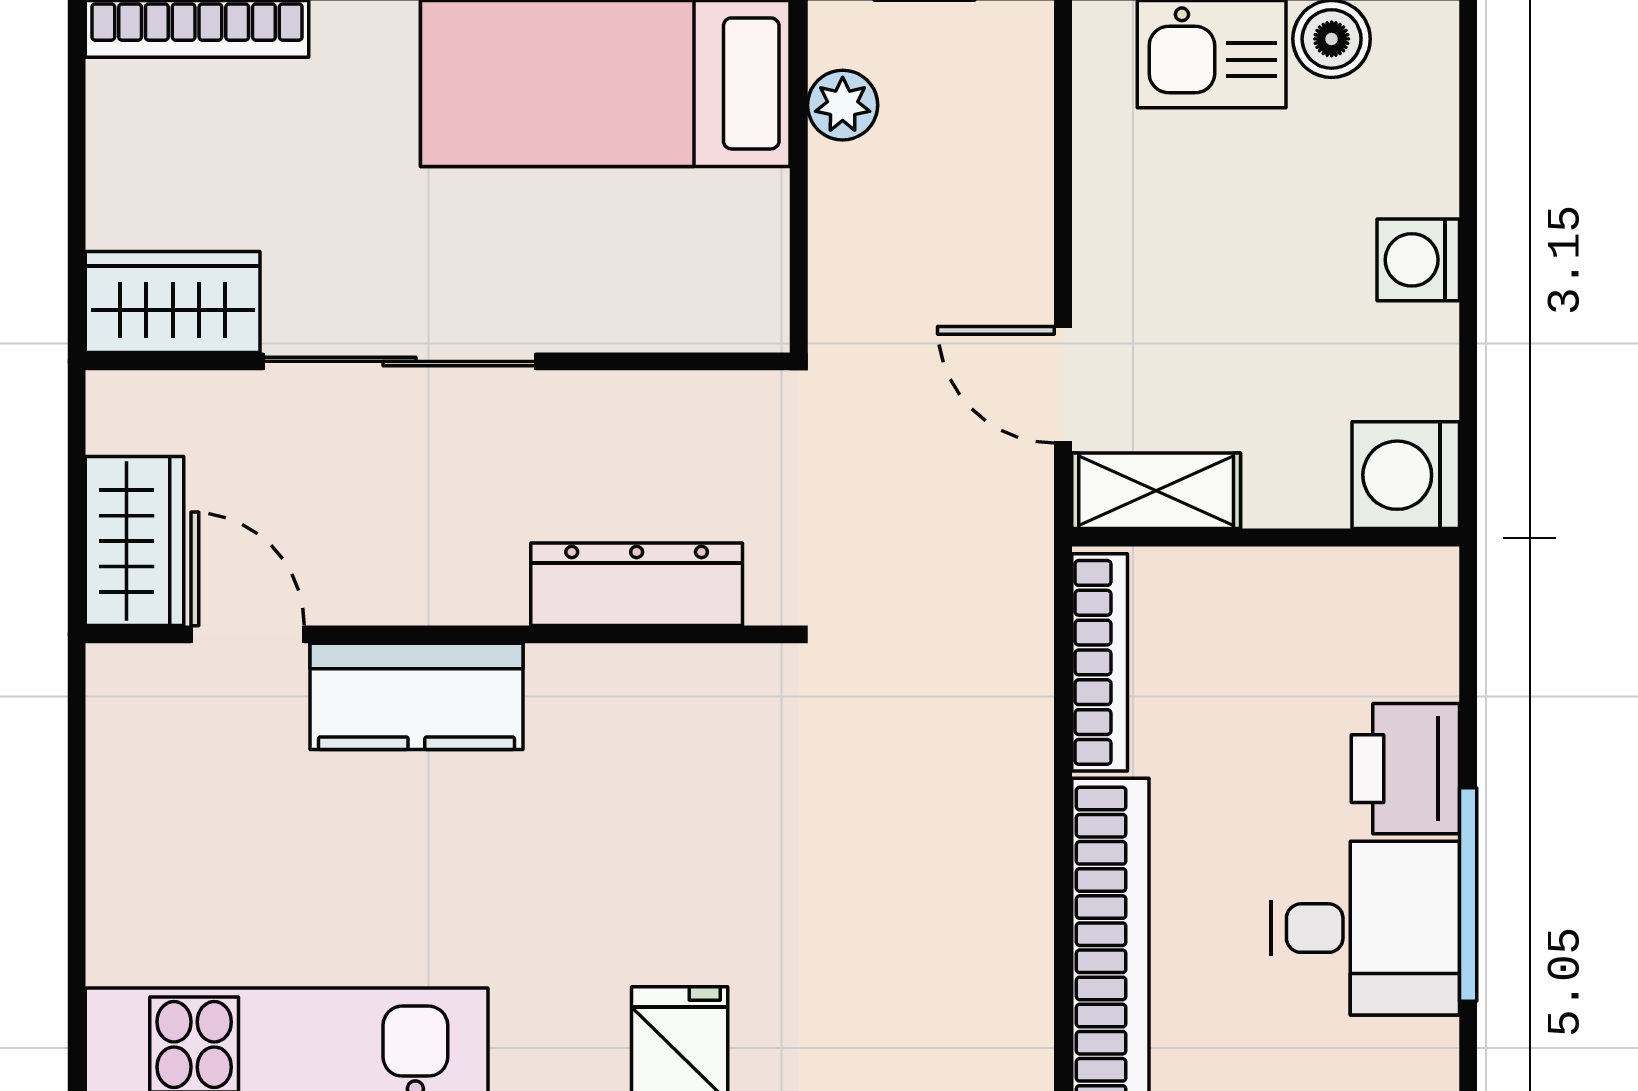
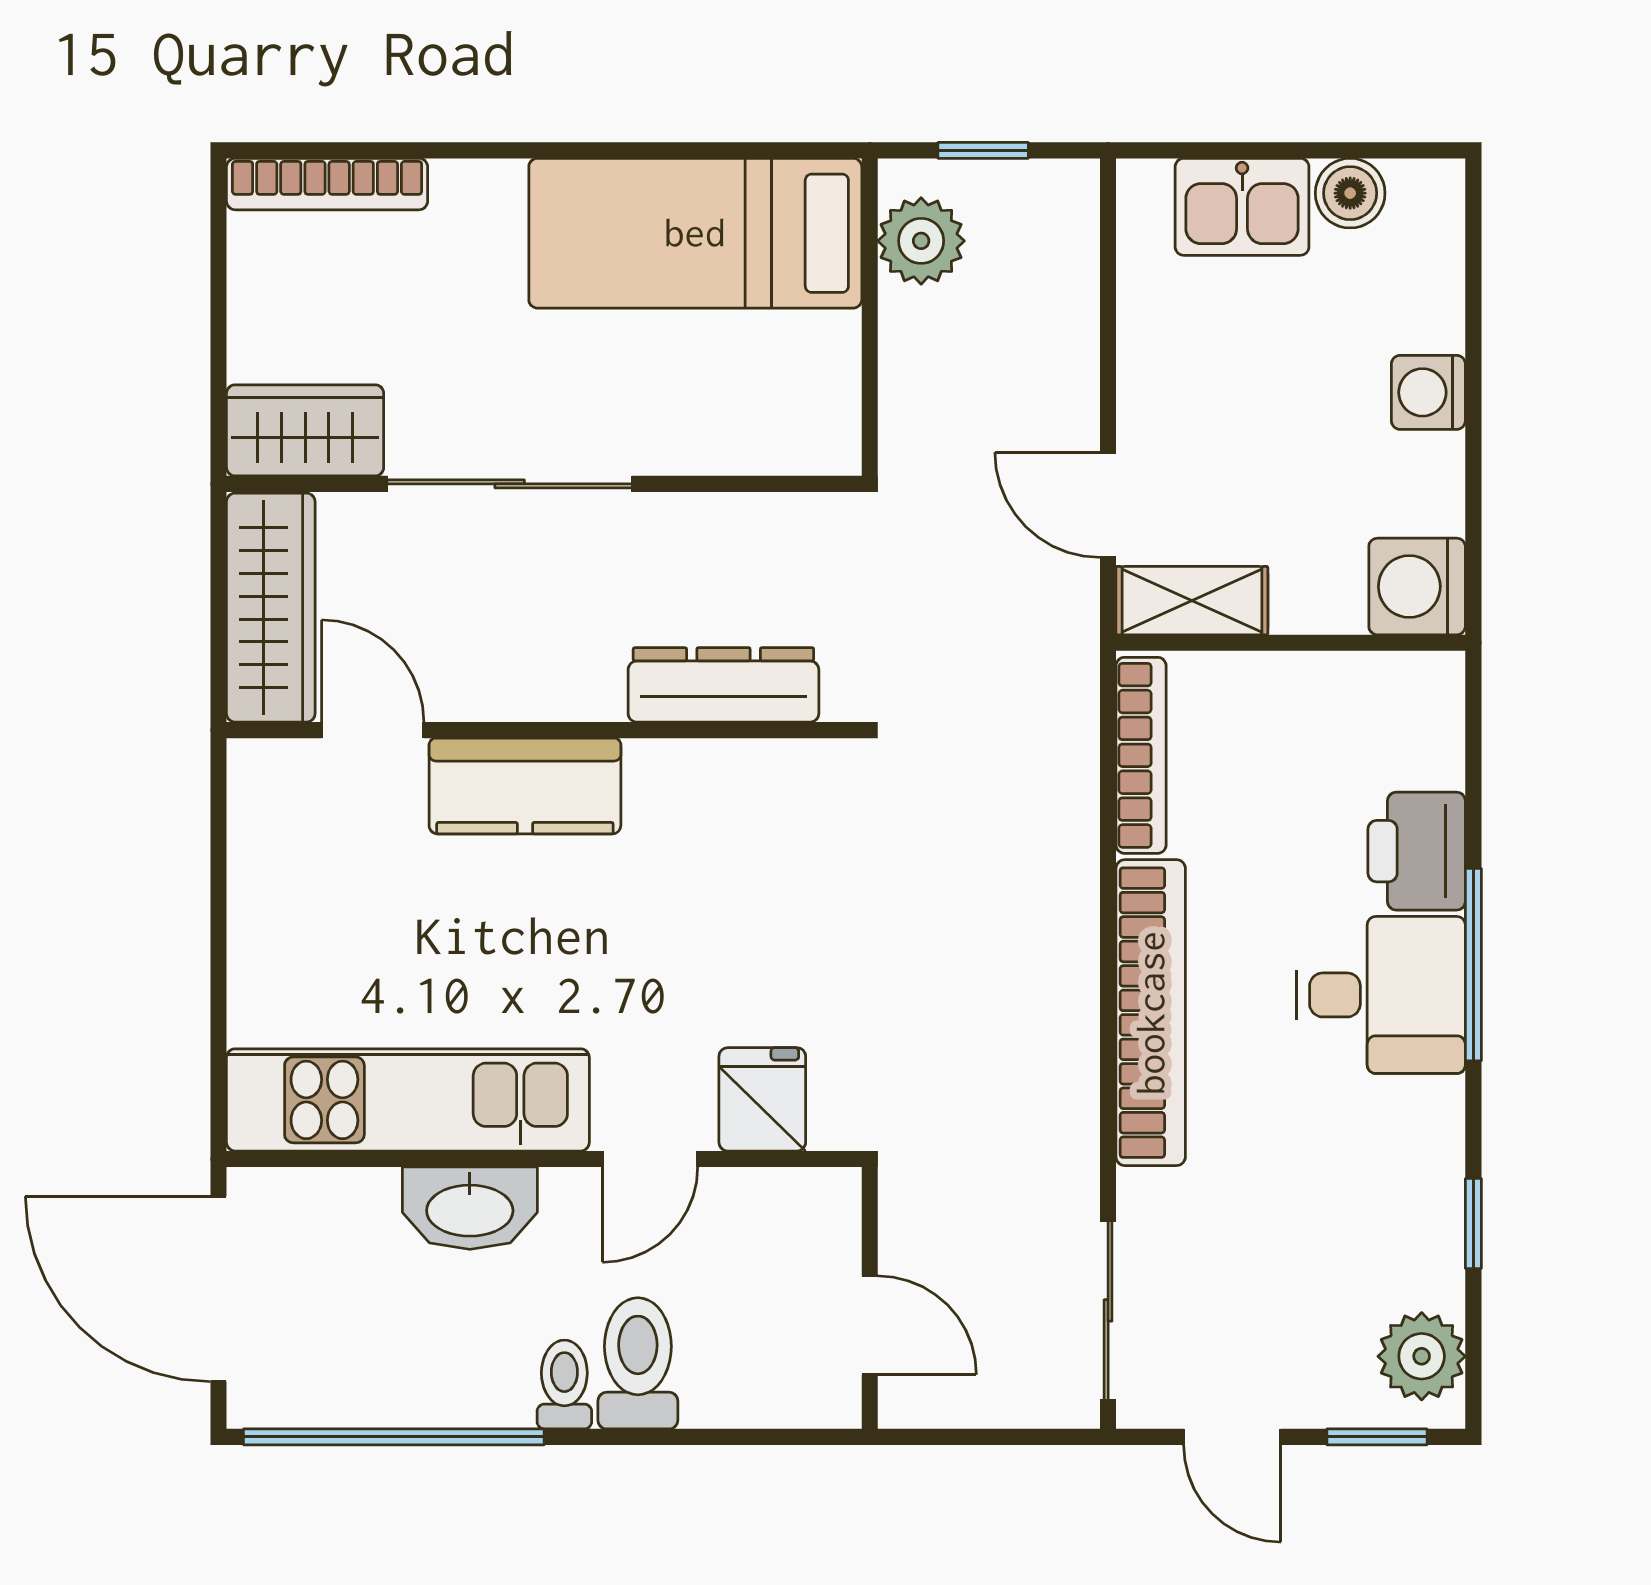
plant: (843, 105) -> (921, 241), width x1.38, depth x1.38
wardrobe: (135, 541) -> (271, 608), width x1.50

